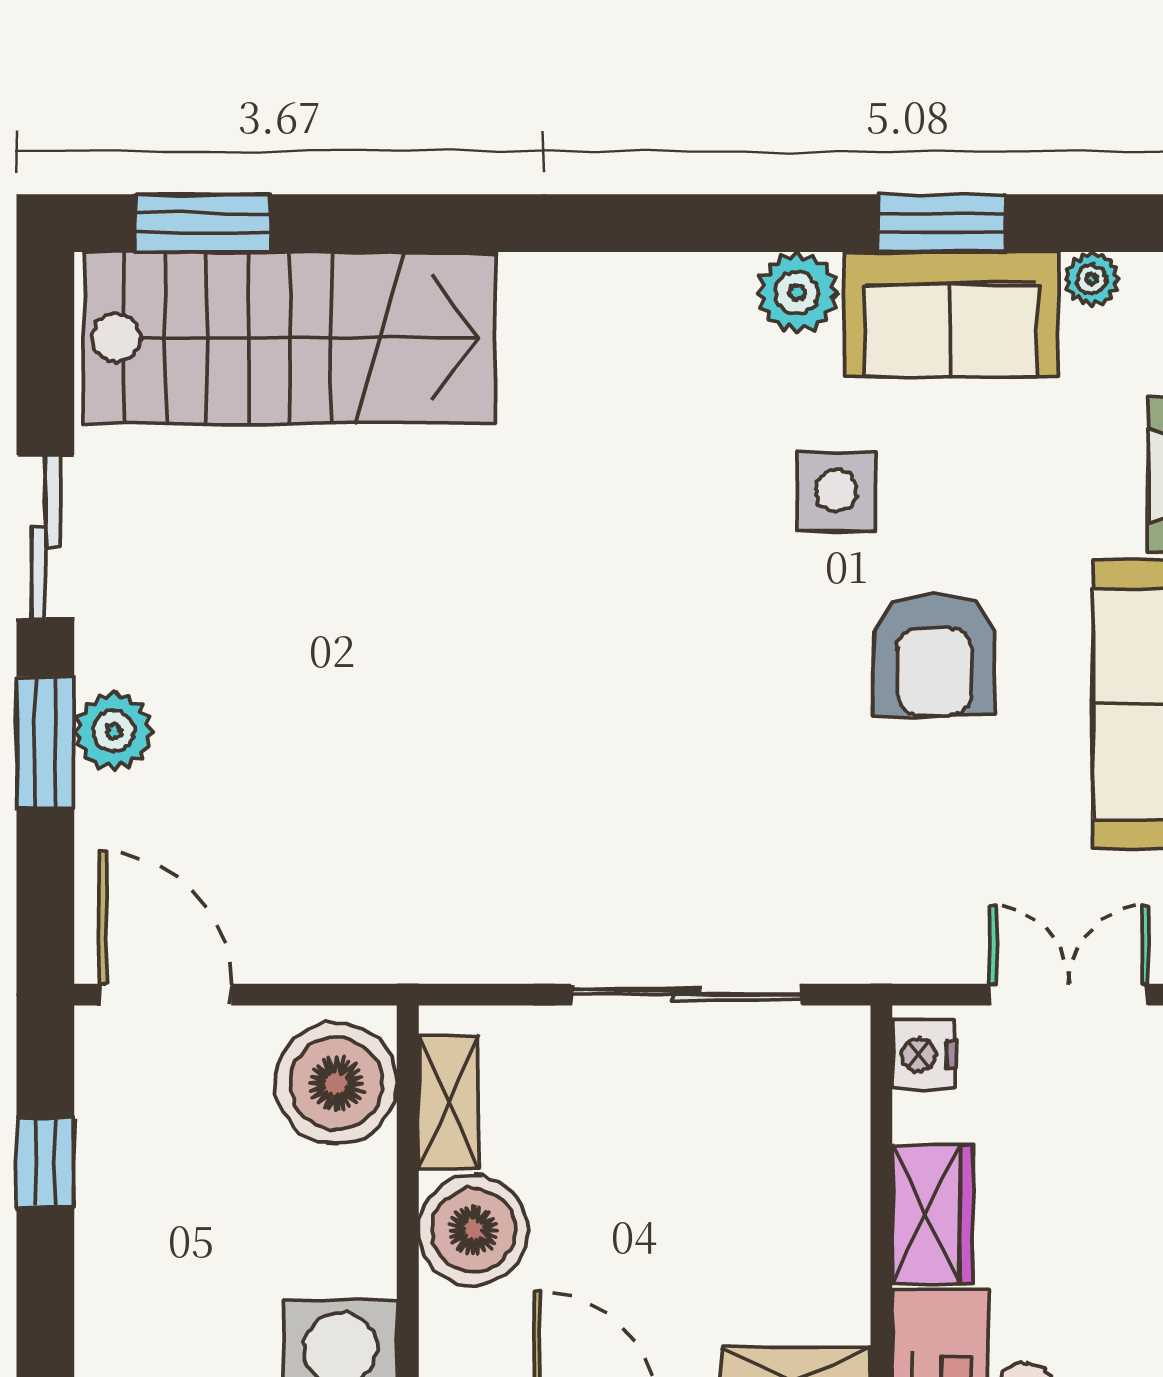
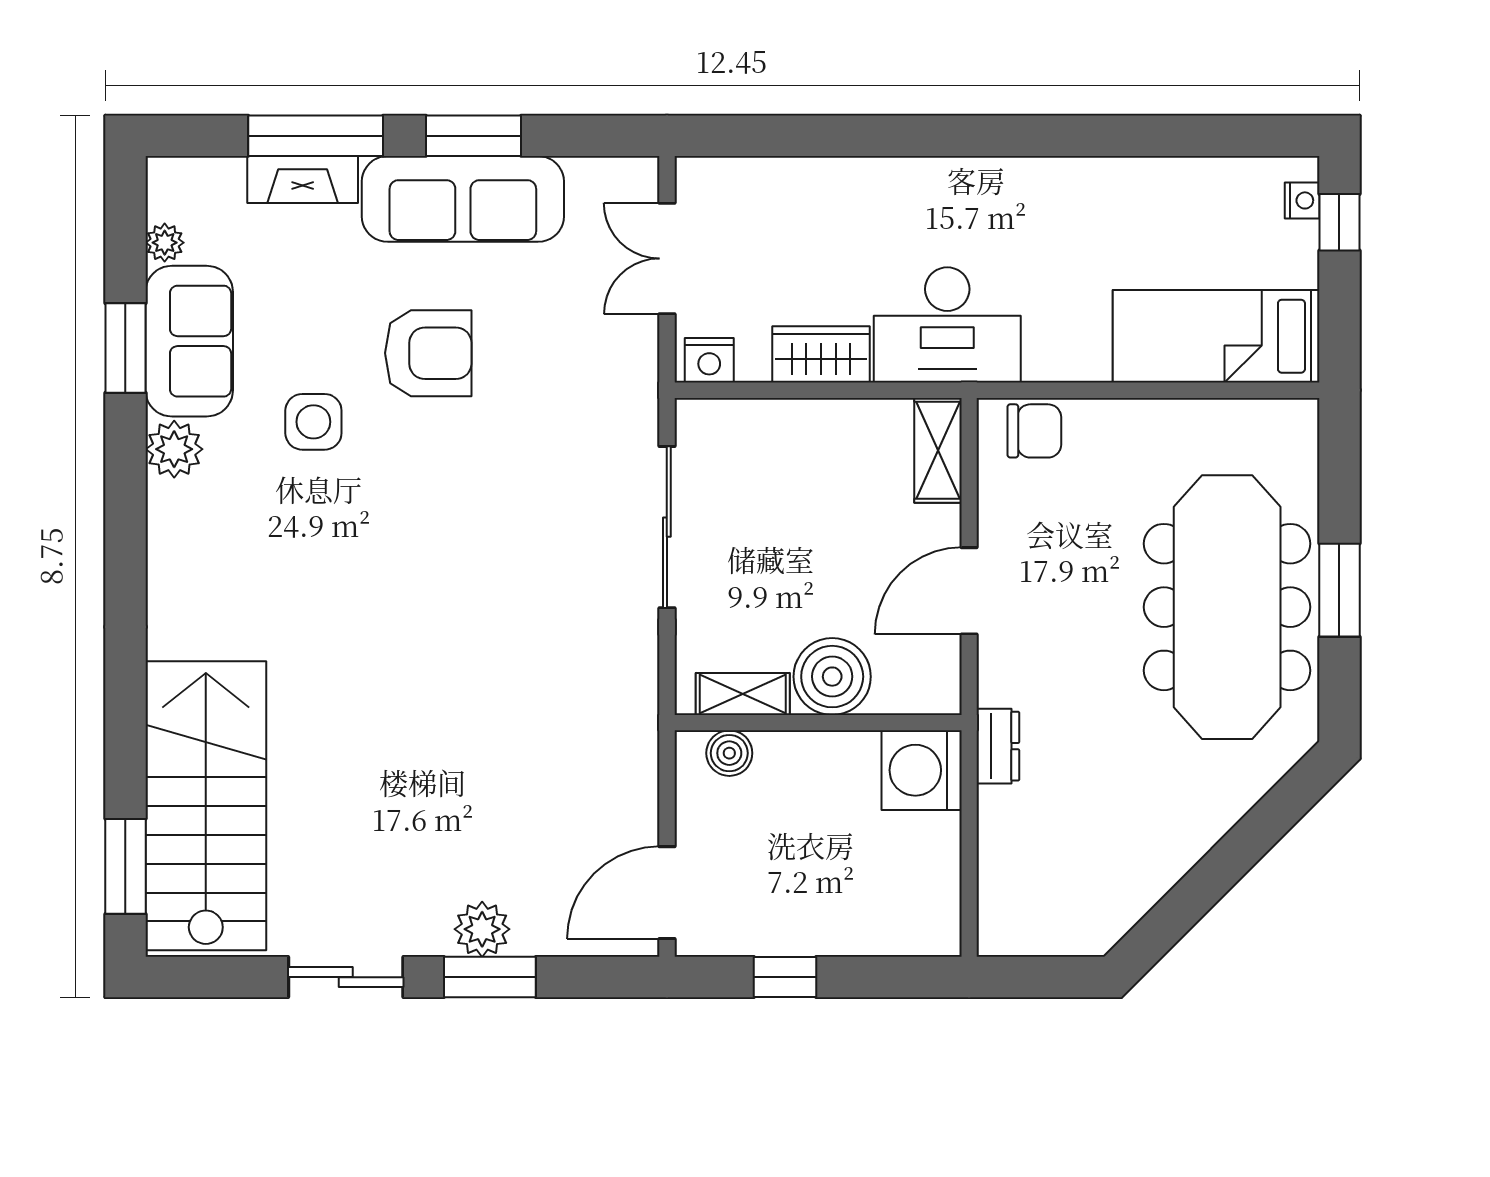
boiler: (336, 1083) -> (729, 753), width x0.54, depth x0.54

